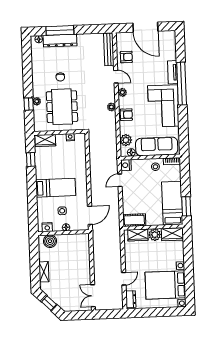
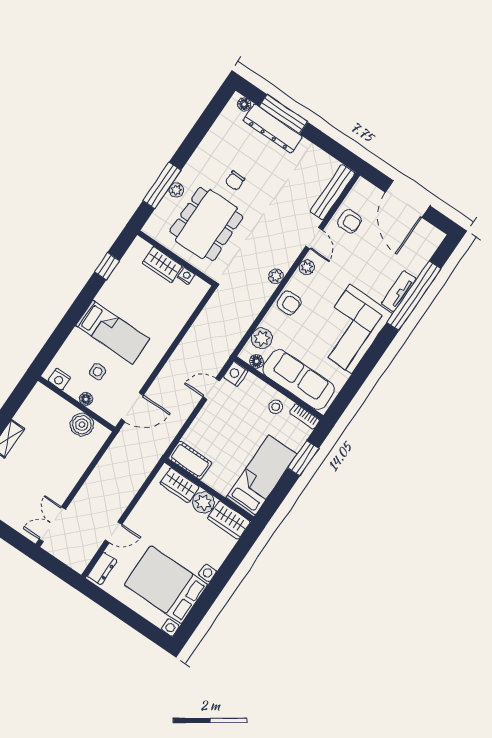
window: (182, 84) -> (414, 296), moved
window: (29, 104) -> (162, 186), width x2.17
wardrobe: (45, 140) -> (162, 265), moved
window: (186, 206) -> (303, 458), moved
boiler: (50, 241) -> (82, 425), moved

